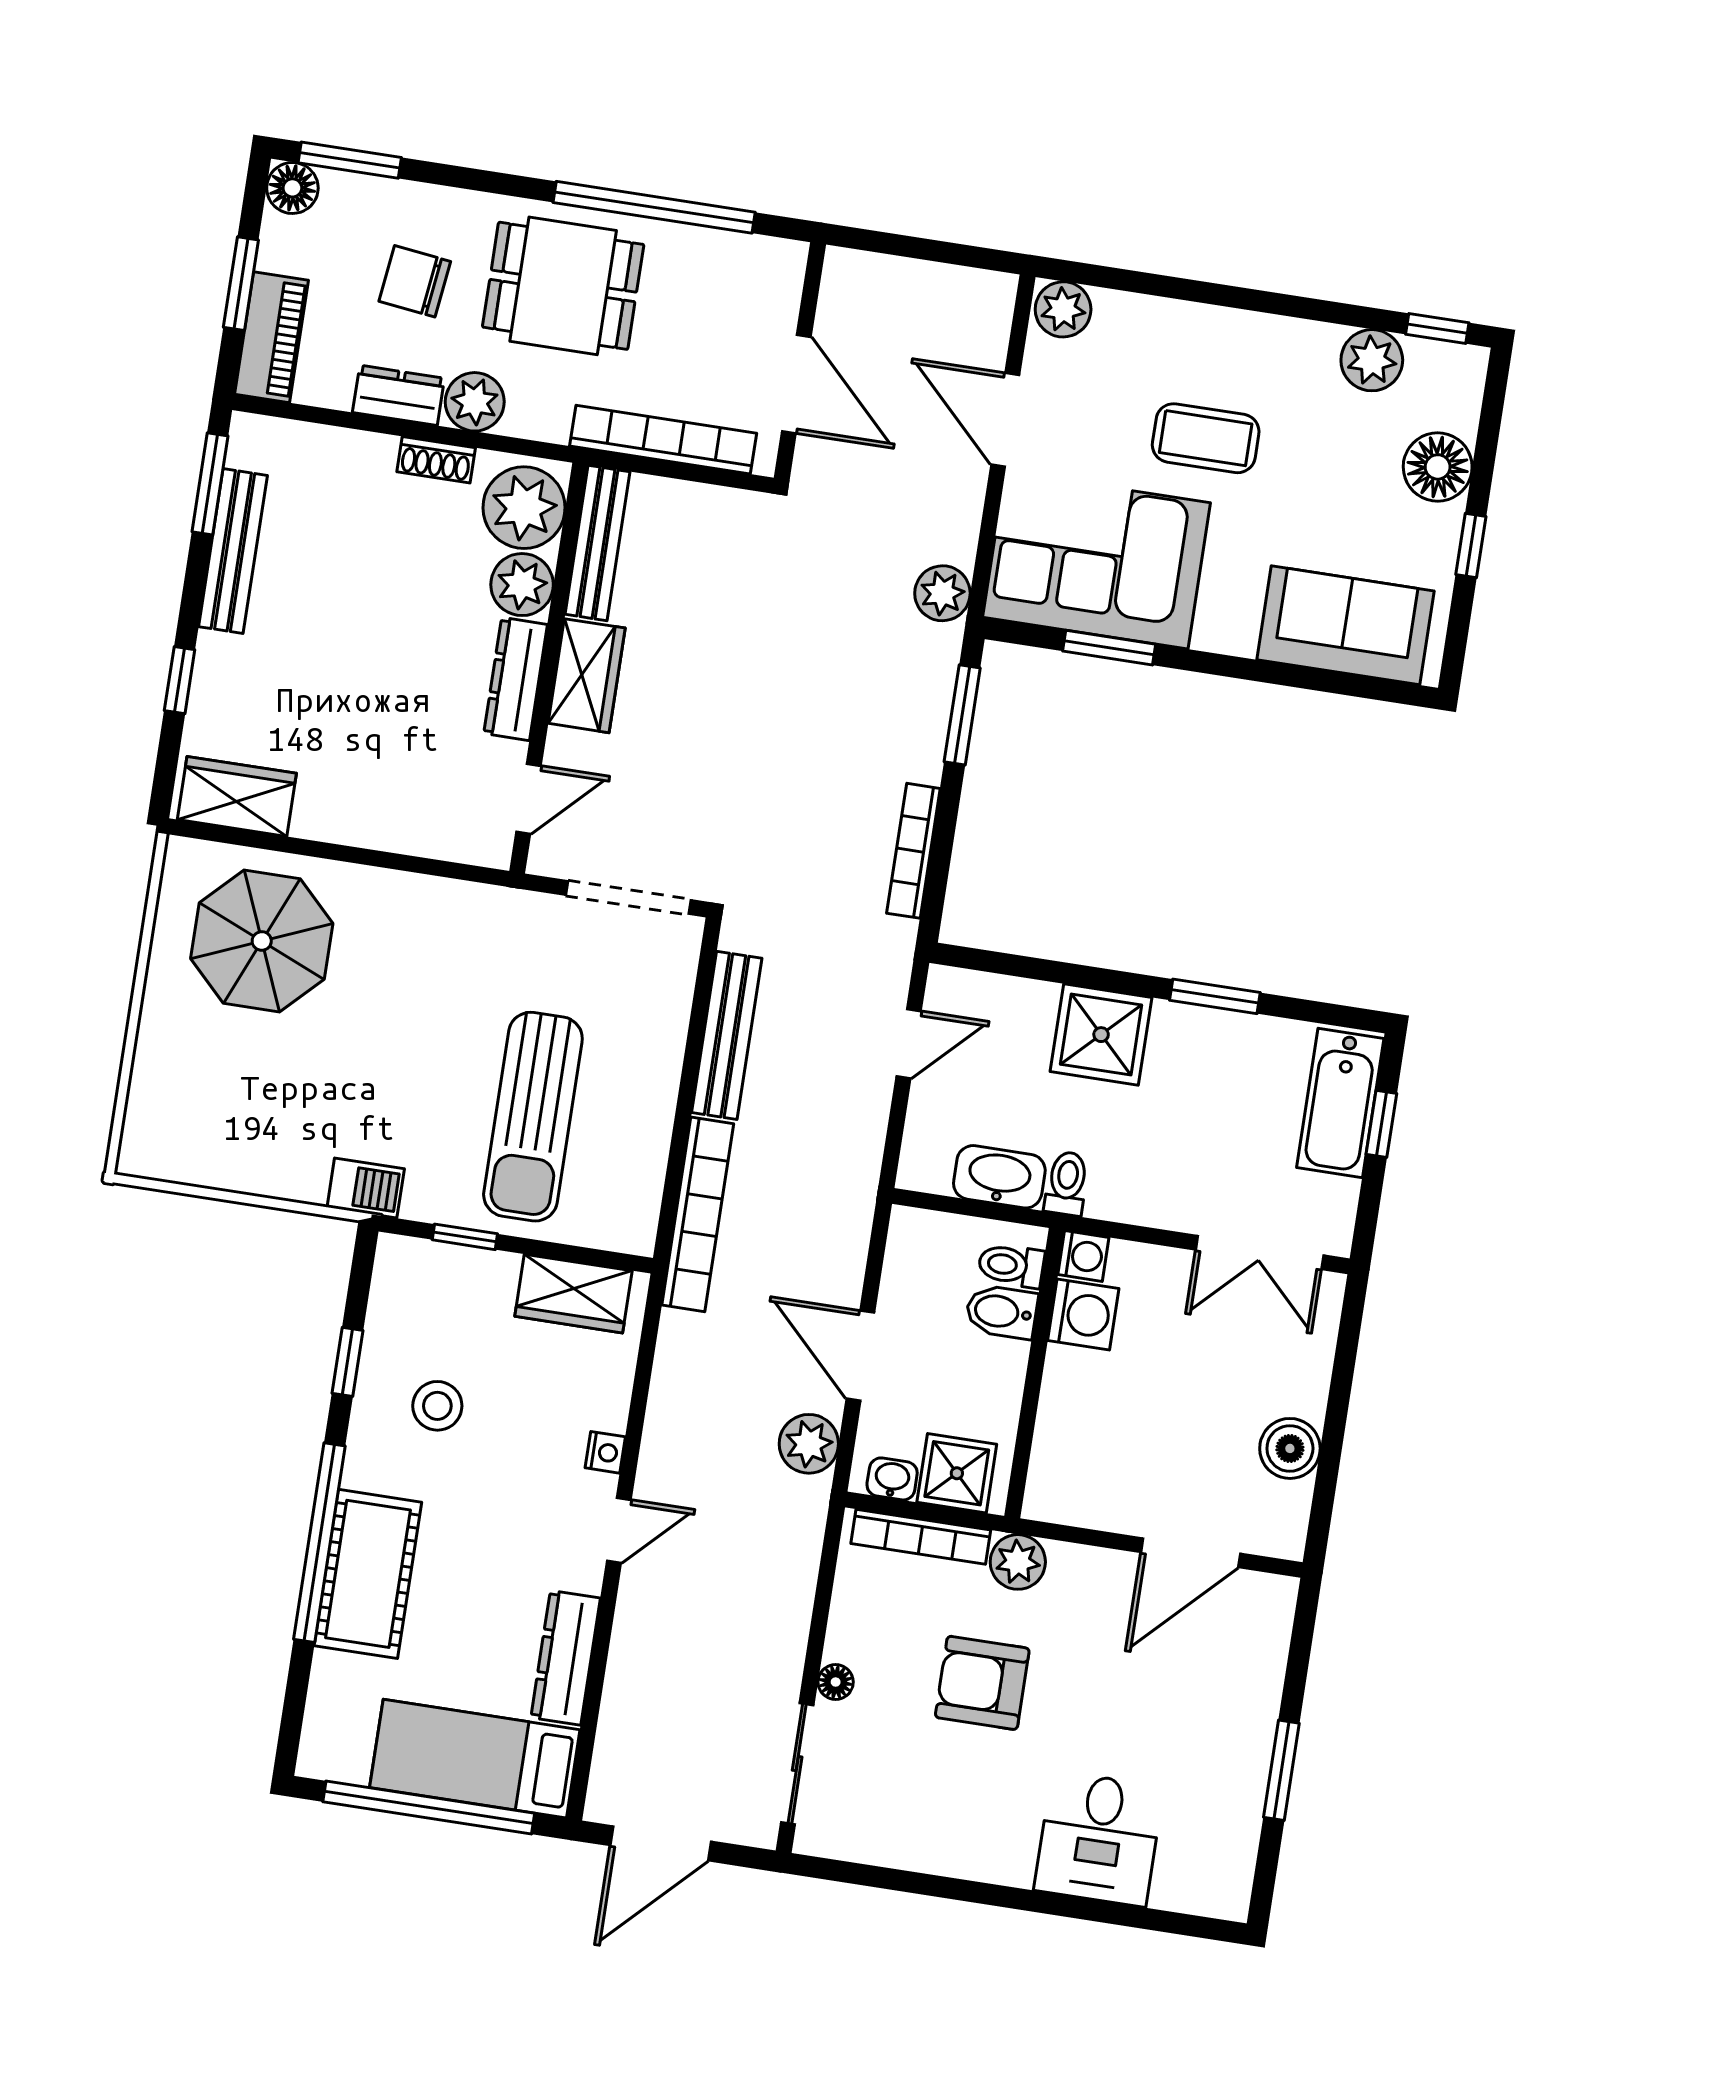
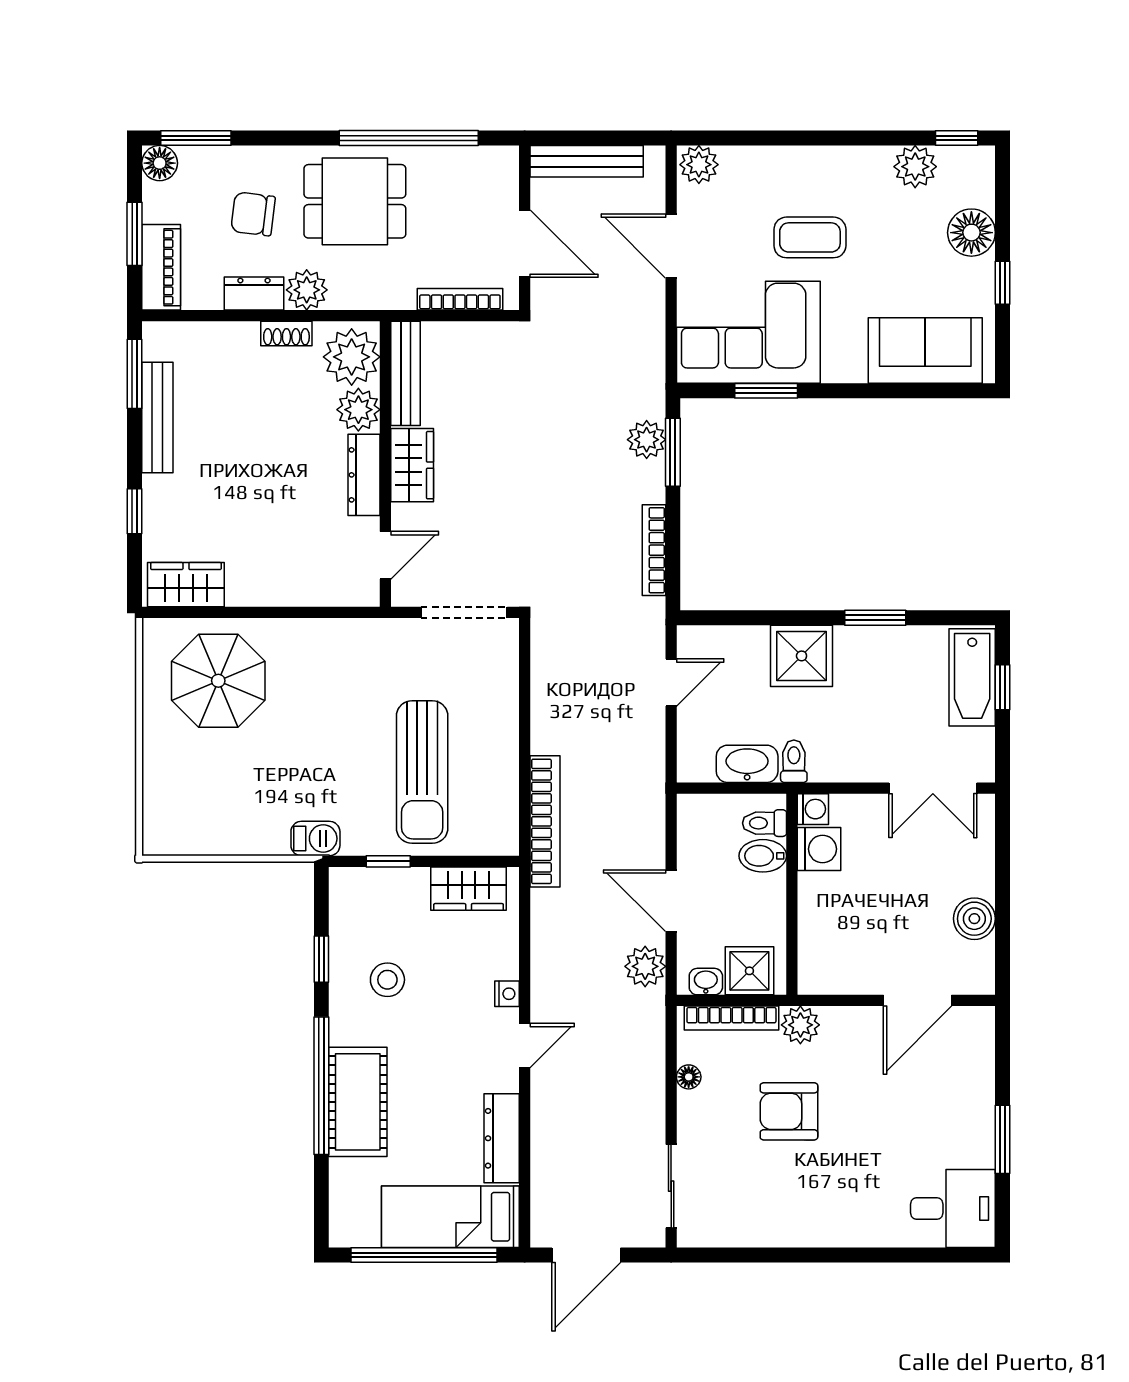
bookcase: (663, 440) -> (460, 299), width x0.68, depth x0.76
plant: (942, 593) -> (647, 440), moved
bench: (727, 1035) -> (587, 161), moved, turned 90
floor lamp: (836, 1682) -> (689, 1077), moved
desk: (1099, 1839) -> (953, 1208), moved, turned -90

